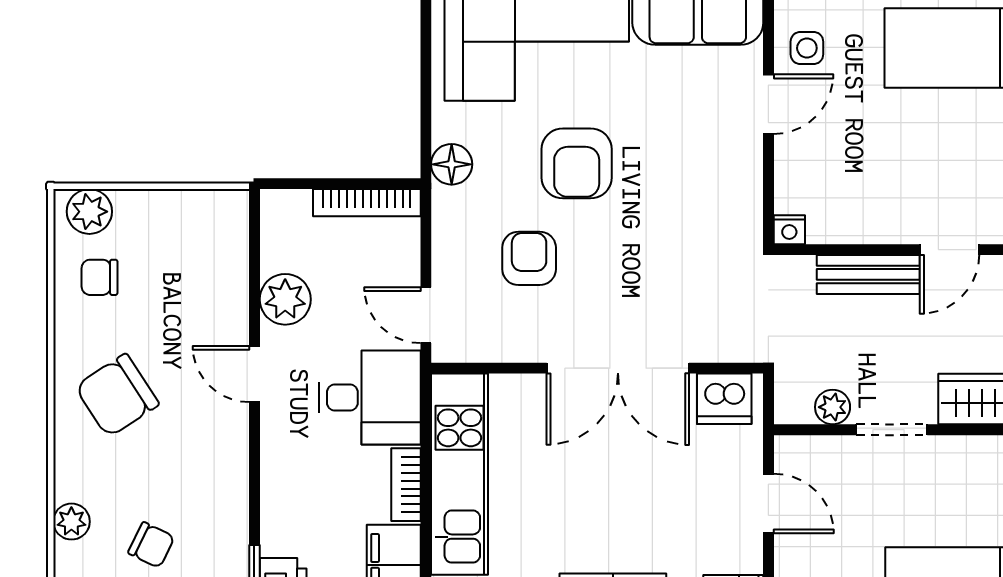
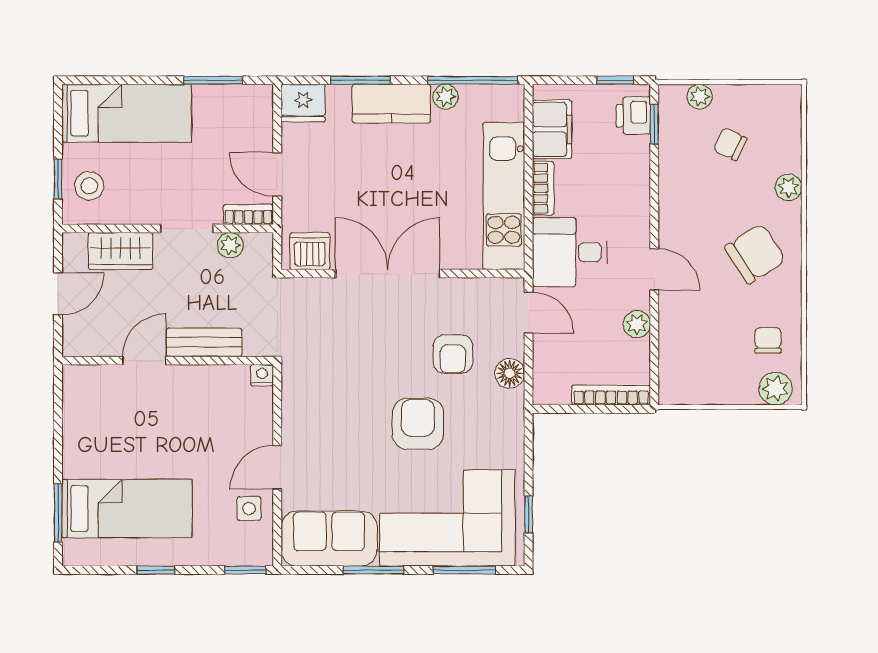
window: (426, 40) -> (529, 514), added
floor lamp: (452, 164) -> (510, 373), moved
bookcase: (367, 203) -> (611, 395), moved
chair: (99, 277) -> (768, 340), turned -90
plant: (285, 299) -> (637, 324), width x0.73, depth x0.73
bookcase: (808, 449) -> (248, 215), added
plant: (71, 522) -> (789, 187), moved

